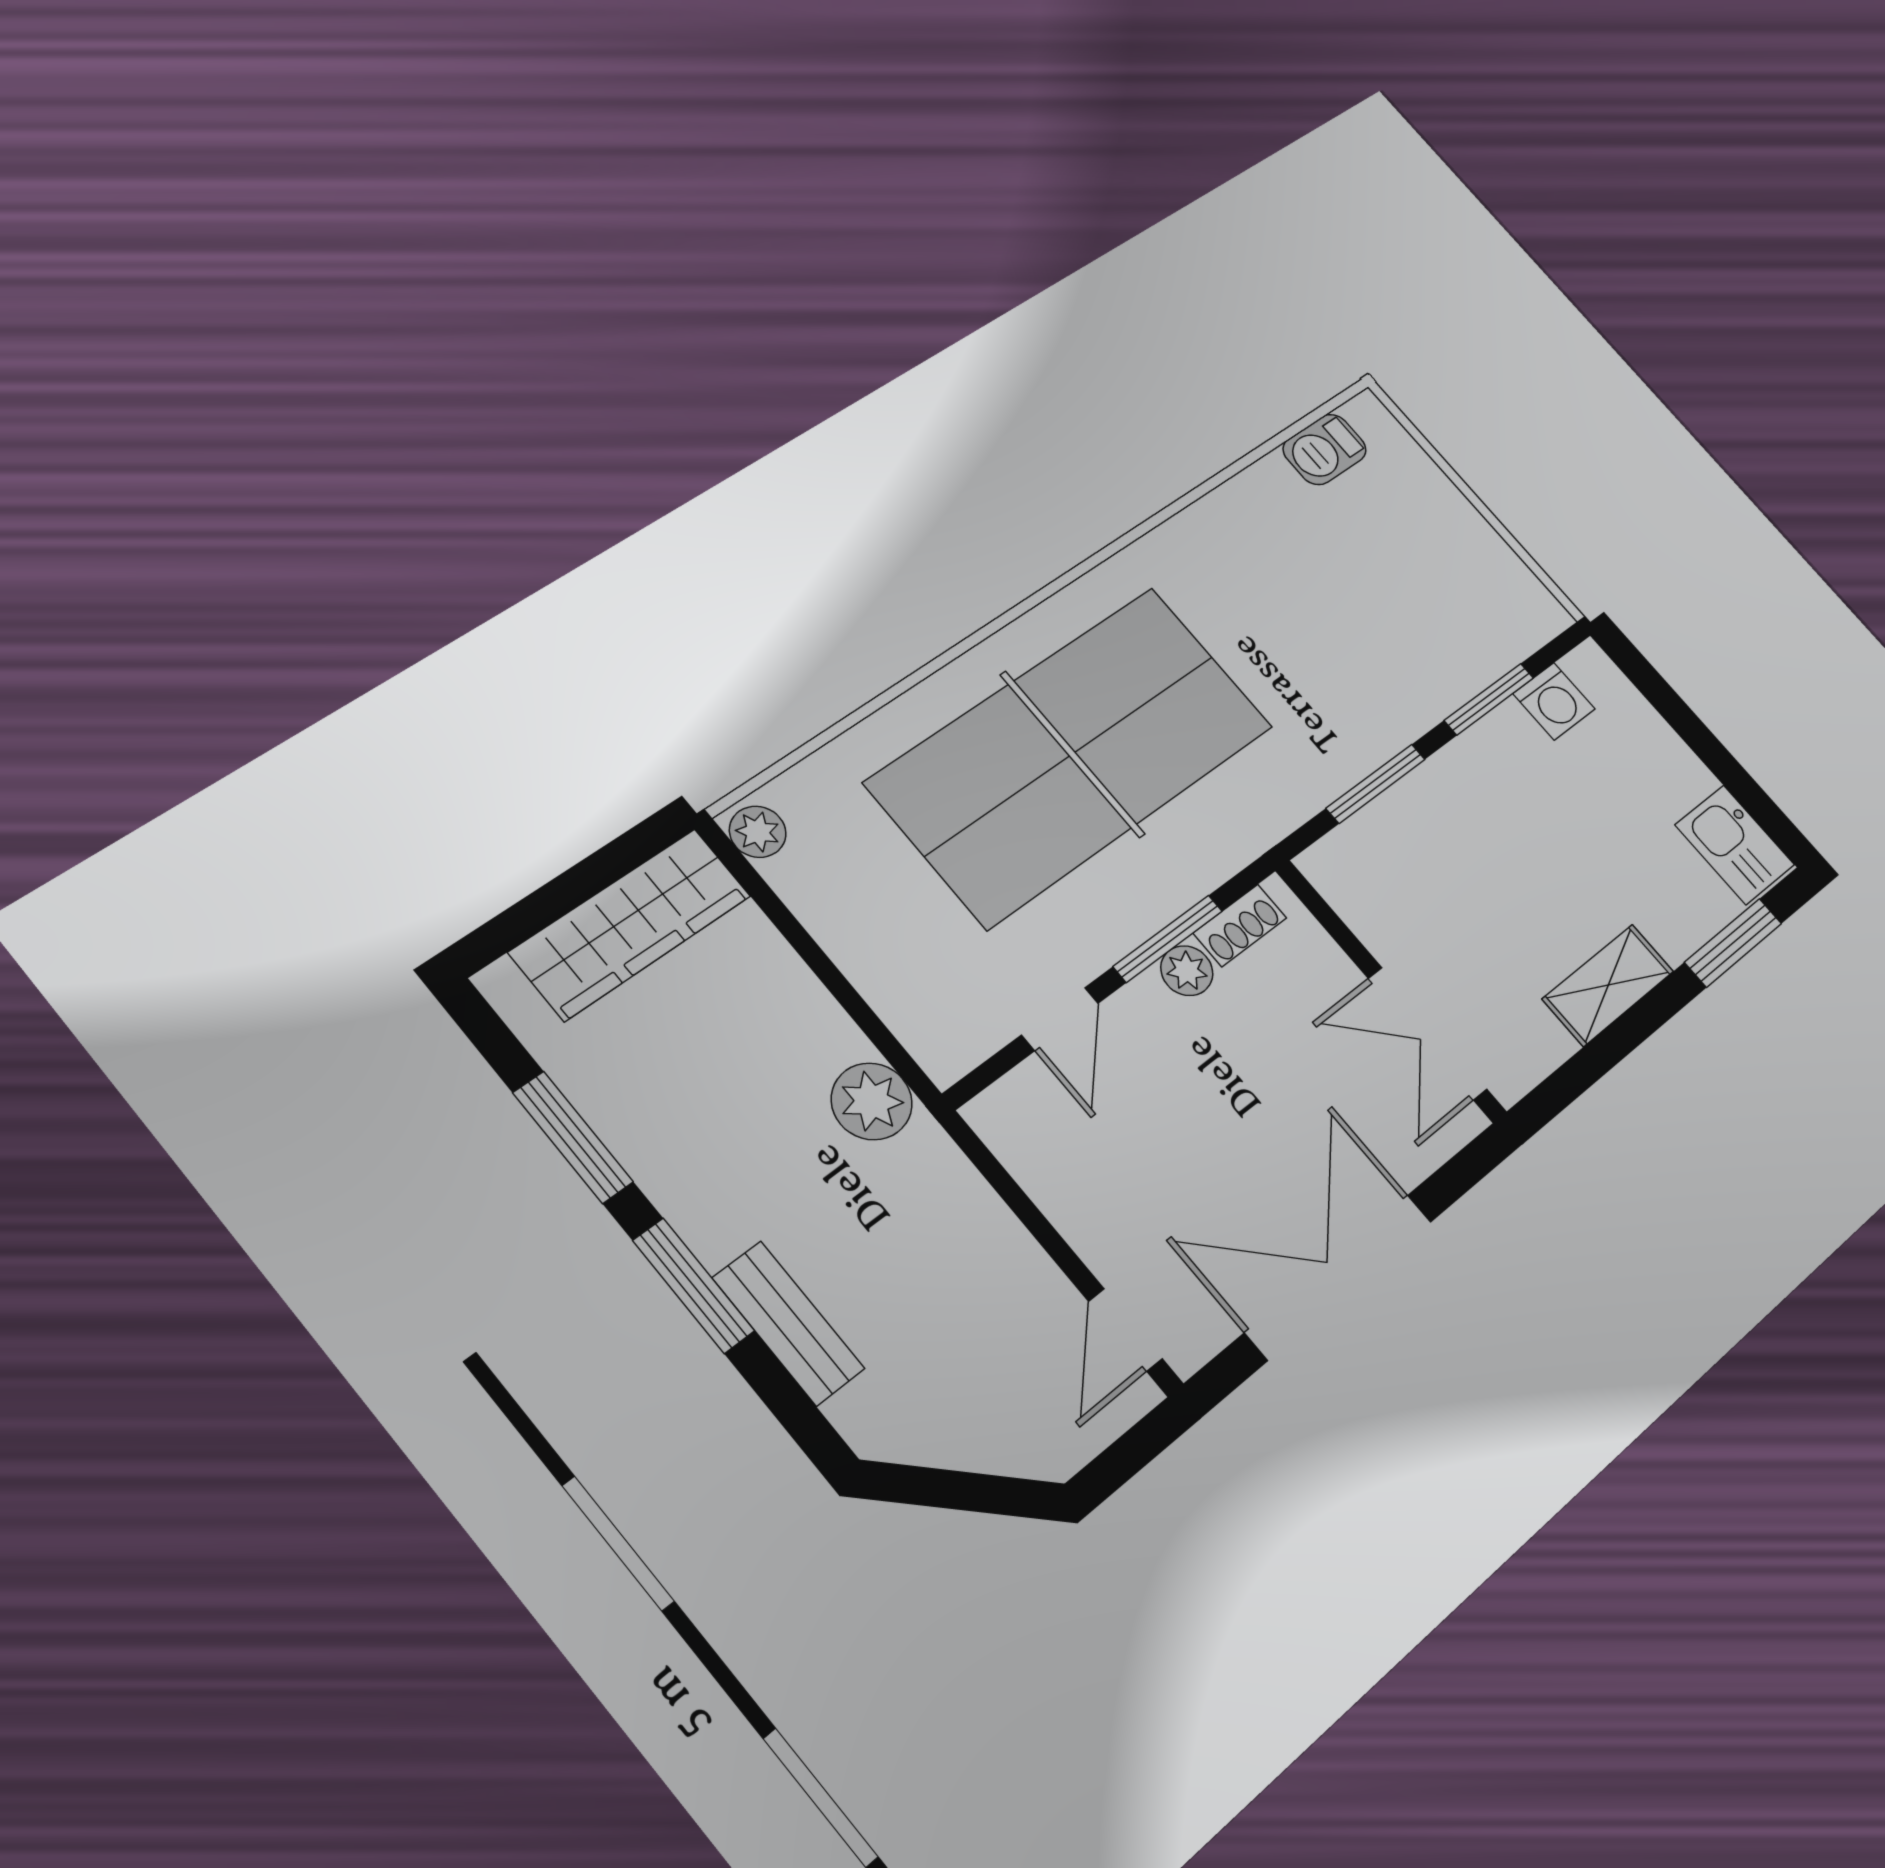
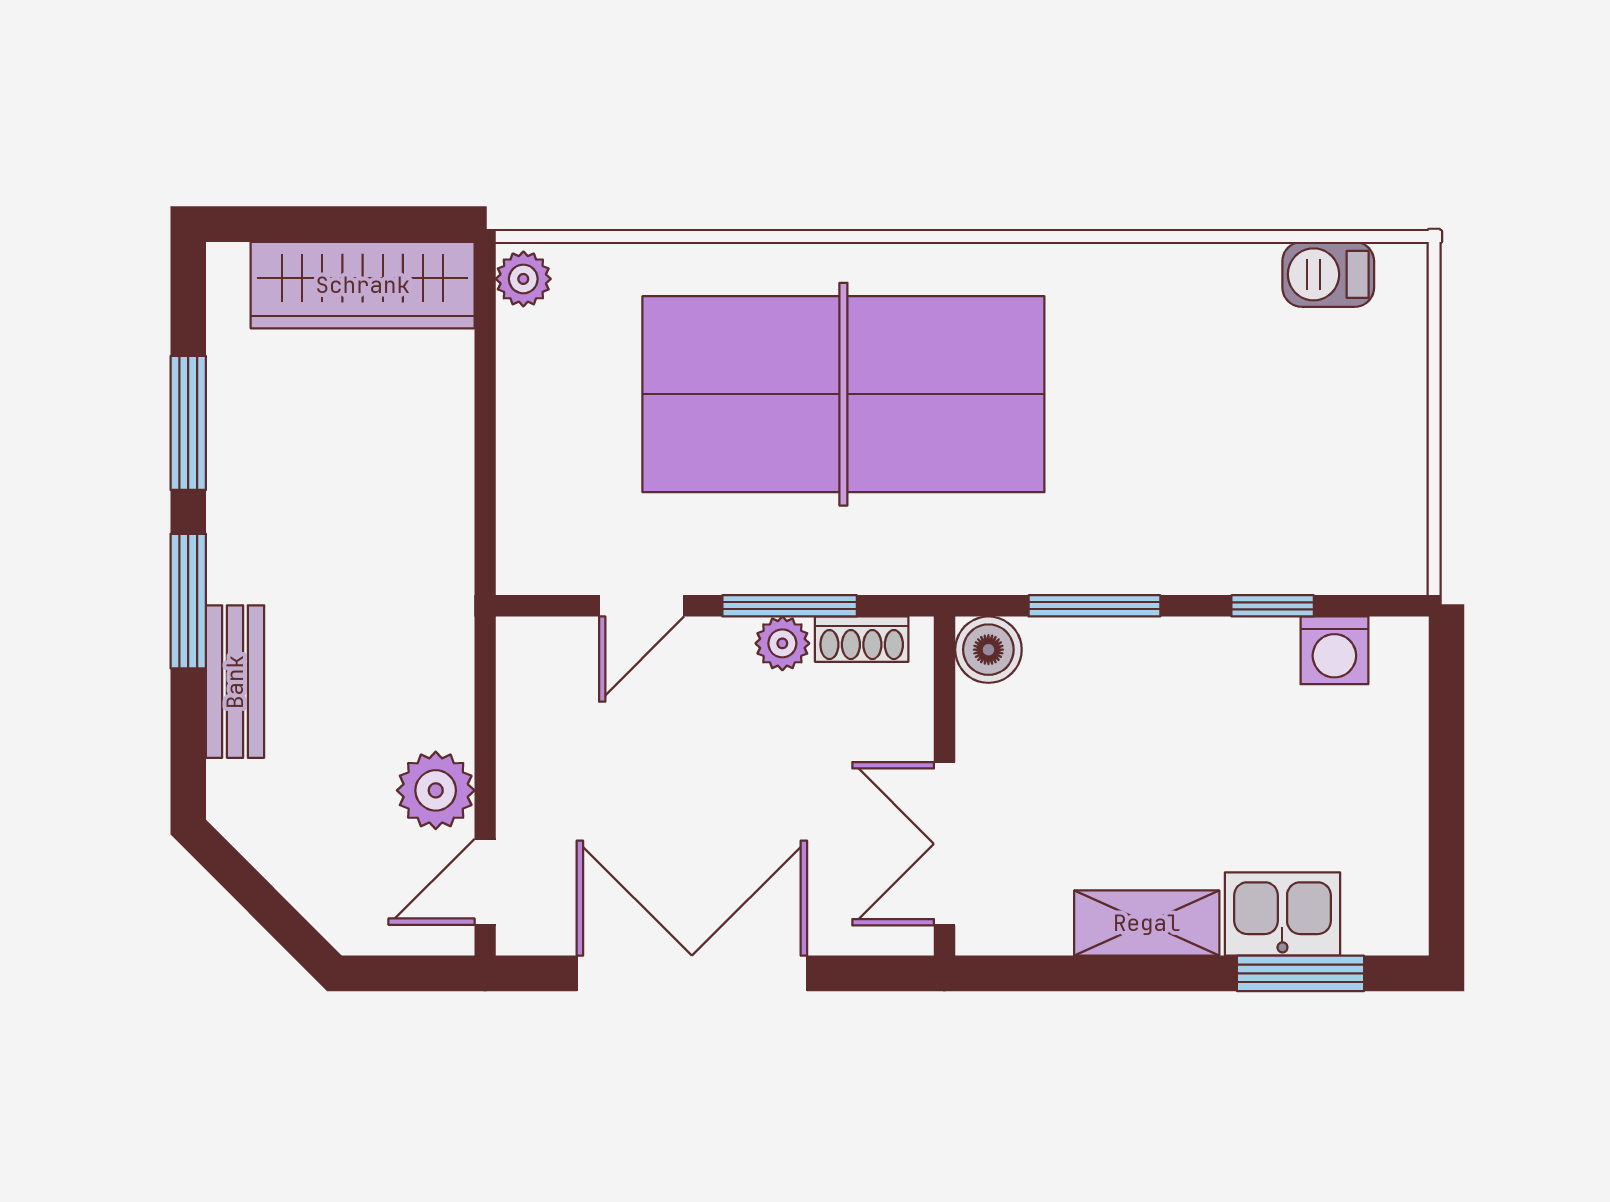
window: (1489, 699) -> (1273, 606), width x0.67
kitchen sink: (1735, 845) -> (1282, 914), moved, turned 90
boiler: (1333, 868) -> (988, 650), added
plant: (872, 1101) -> (436, 790), moved

